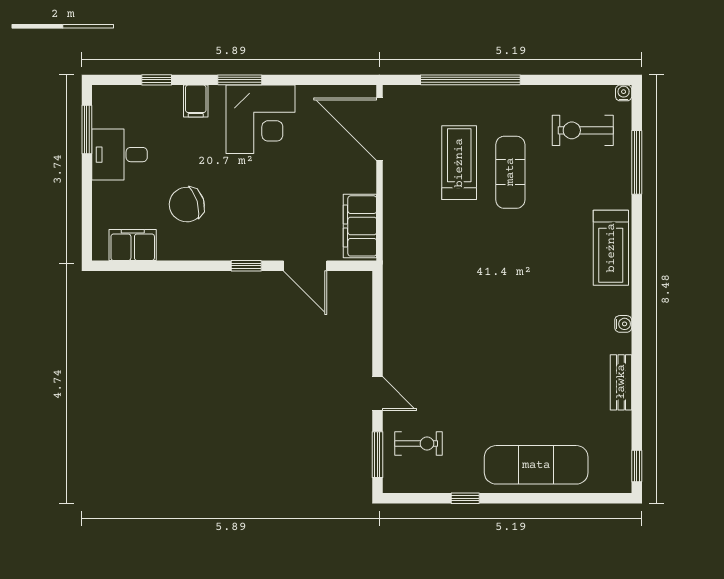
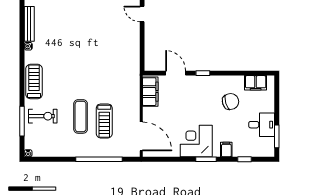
exercise bike: (583, 130) -> (43, 116), moved
bench: (621, 382) -> (29, 24), width x1.36

